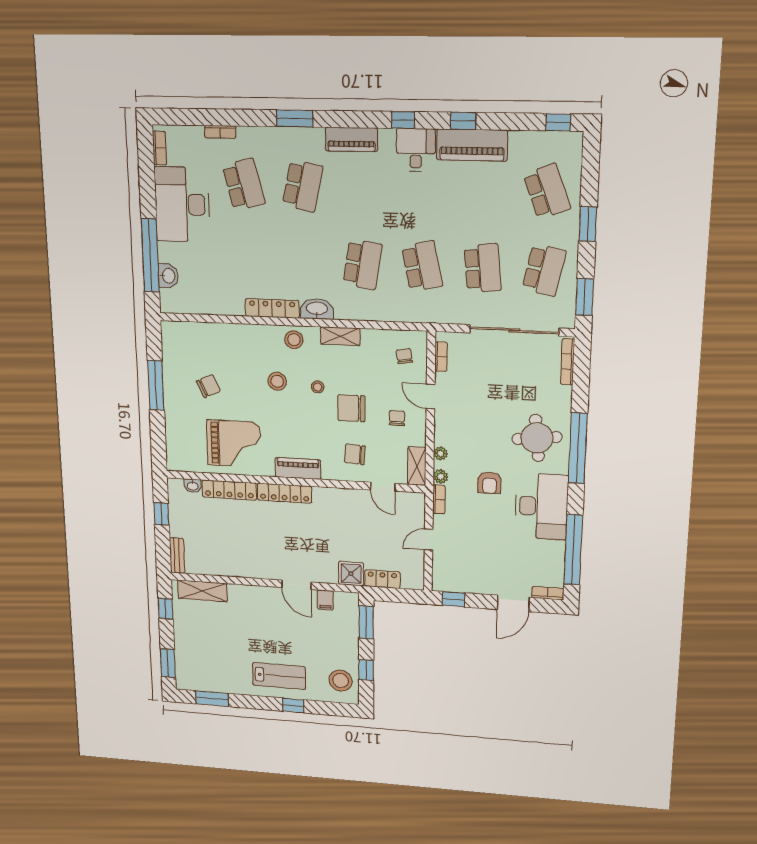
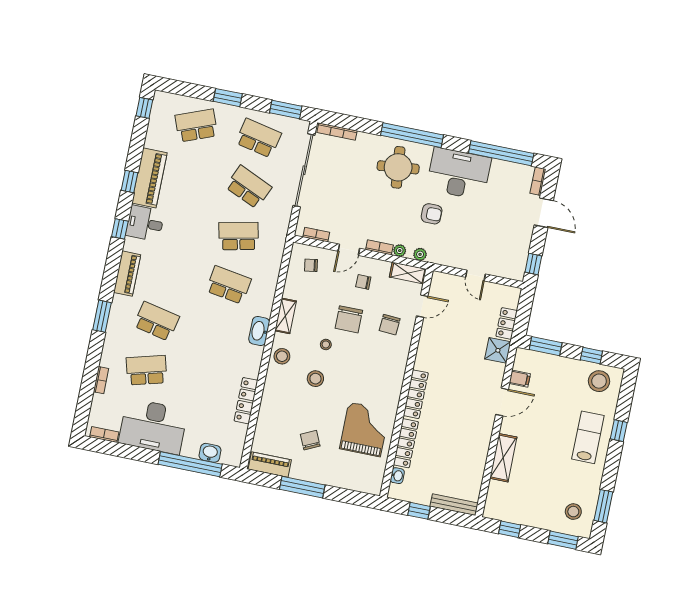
school desk: (483, 268) -> (249, 187), turned 30
locker: (272, 308) -> (246, 401), moved
piano: (298, 468) -> (270, 465), moved, turned 90
bookcase: (439, 499) -> (379, 247), moved
bench: (177, 556) -> (454, 505), width x1.36
shelving: (202, 591) -> (503, 458), moved
stool: (199, 670) -> (573, 512), added

